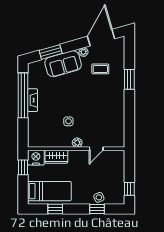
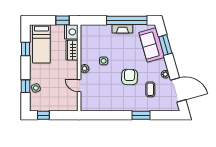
sofa: (63, 64) -> (152, 45), moved
armchair: (87, 92) -> (130, 77), added

